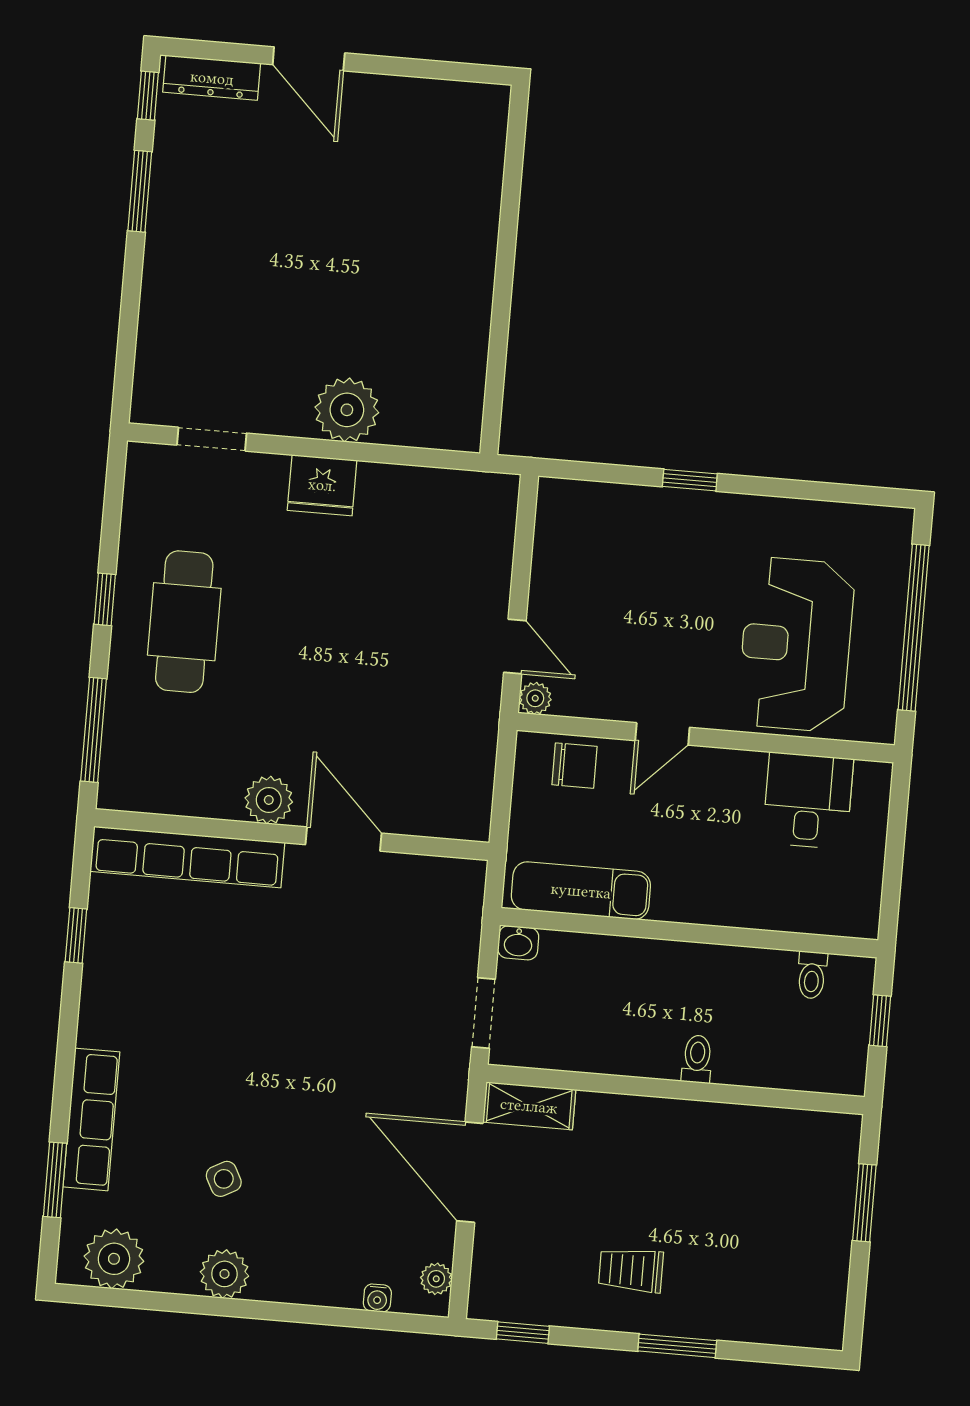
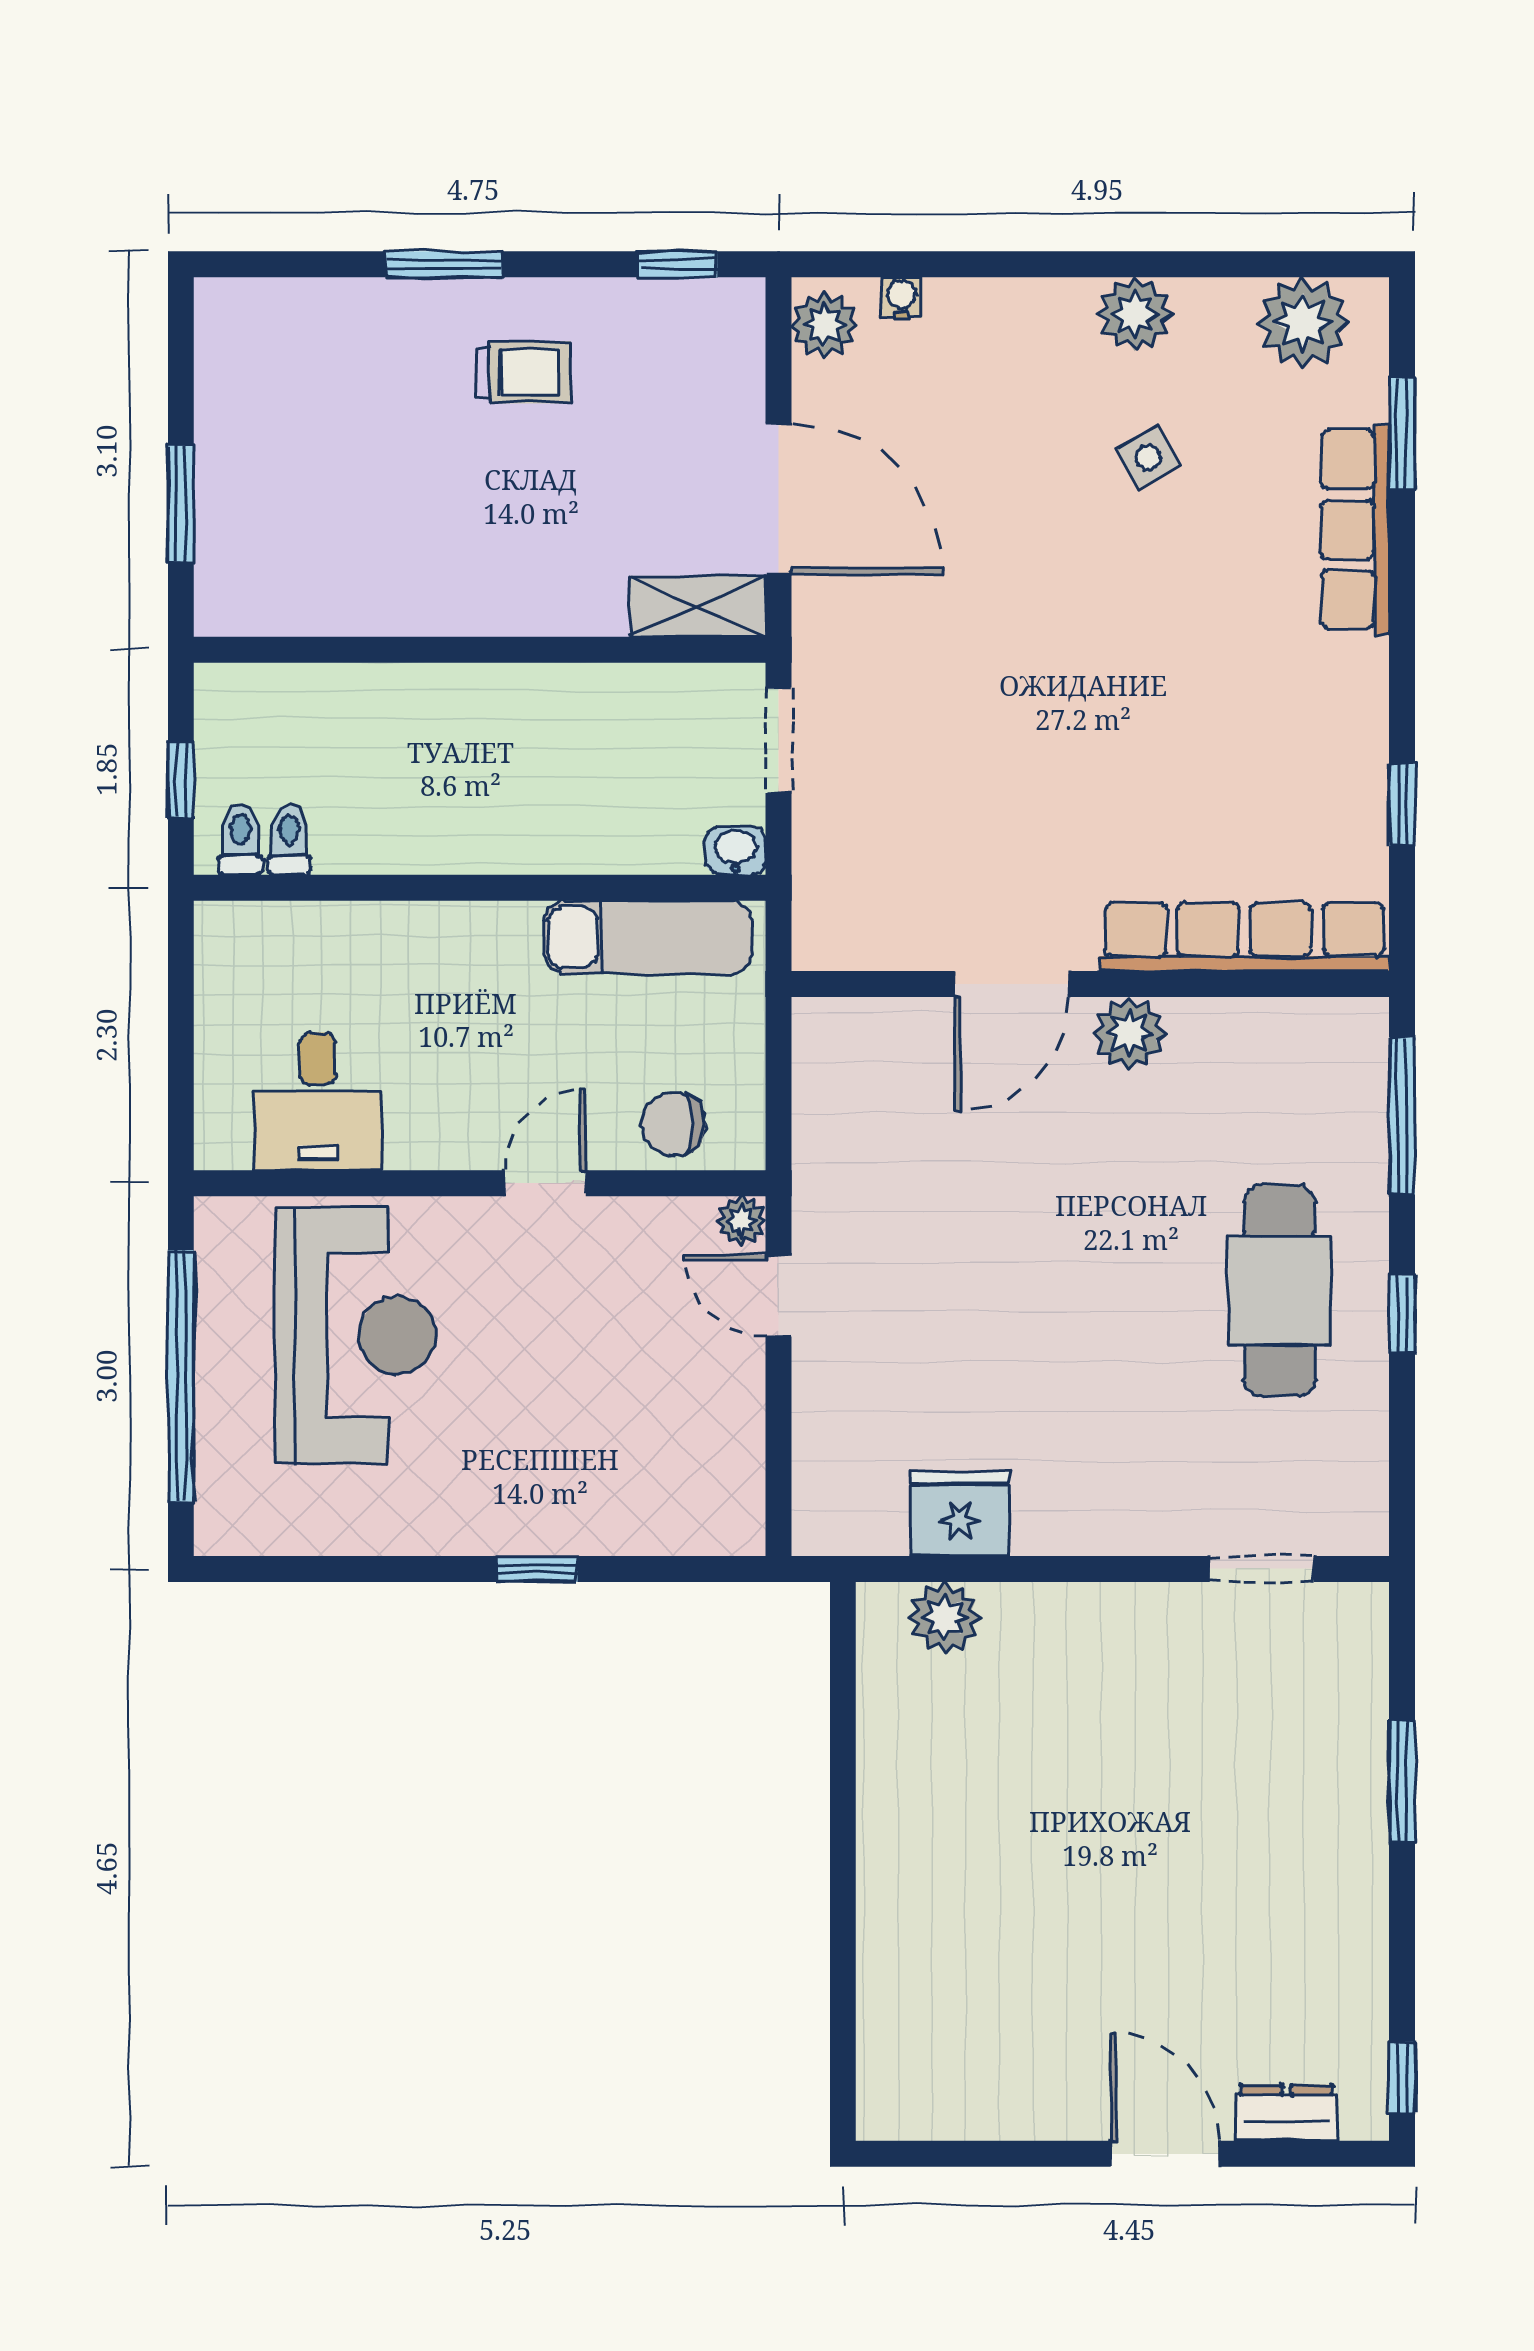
dresser: (212, 78) -> (1287, 2113), width x0.70
window: (140, 191) -> (1402, 1782), moved
plant: (347, 410) -> (945, 1617), moved, width x0.73, depth x0.73
fridge: (322, 485) -> (960, 1514), moved
door: (343, 839) -> (1012, 984), hinge flipped
toilet: (697, 1059) -> (241, 839), moved, turned 180
plant: (436, 1279) -> (824, 325), width x1.38, depth x1.38

